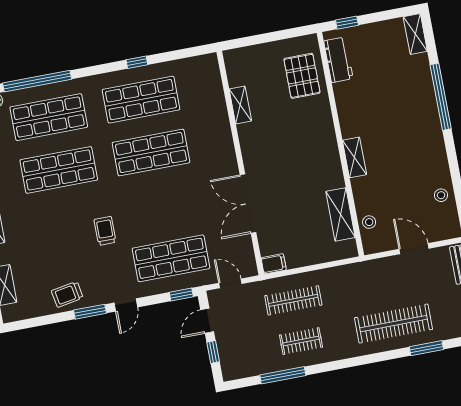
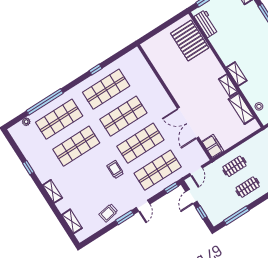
pallet: (302, 76) -> (190, 41), width x1.37, depth x1.41
shelving: (240, 105) -> (228, 85), moved
shop shelf: (161, 205) -> (140, 143), added
filing cabinet: (274, 264) -> (213, 146), width x2.00
door: (230, 283) -> (196, 171), swing flipped
clothes rail: (293, 300) -> (234, 166), width x0.73
window: (283, 375) -> (236, 215), moved

